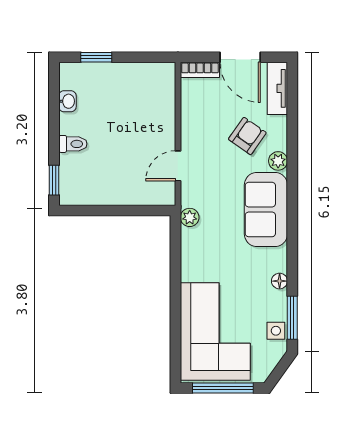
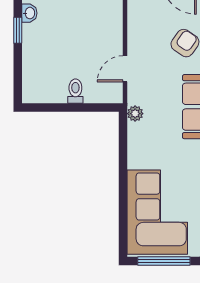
toilet: (73, 144) -> (75, 91), moved, turned -90
window: (54, 180) -> (18, 30), moved

